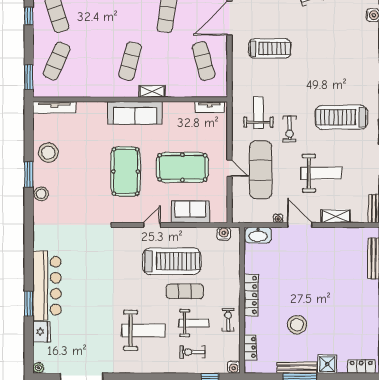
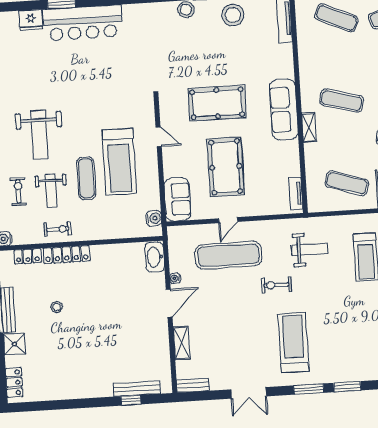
exercise mat: (204, 61) -> (347, 183), turned 33
weight bench: (258, 113) -> (310, 249), moved
weight bench: (321, 173) -> (229, 324), removed
sofa: (190, 212) -> (177, 199), moved
locker: (251, 295) -> (67, 254), moved
stool: (297, 325) -> (57, 307), width x0.53, depth x0.53

